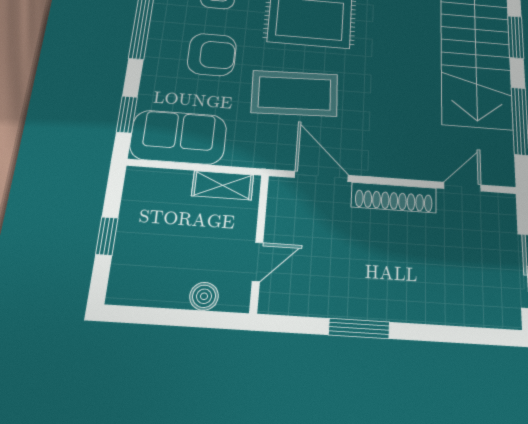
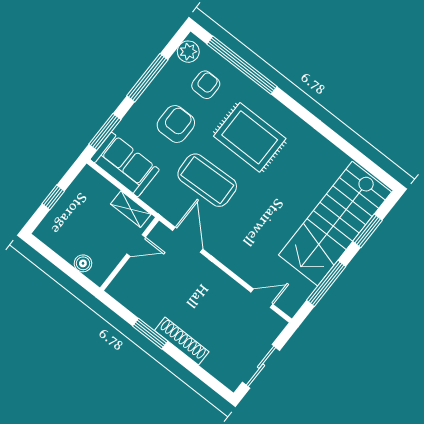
armchair: (212, 55) -> (176, 124), turned -90
window: (127, 115) -> (105, 132), width x1.50
shoe rack: (394, 198) -> (182, 341), moved, turned 180
door: (258, 262) -> (136, 246), moved

